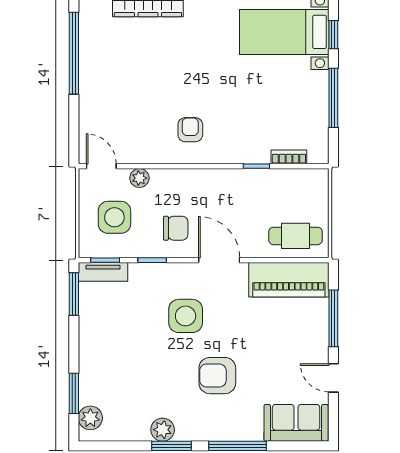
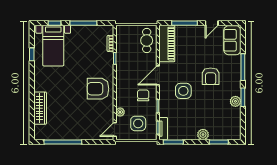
armchair: (190, 130) -> (98, 89), width x1.88, depth x1.88
plant: (90, 418) -> (203, 134), moved

